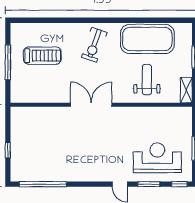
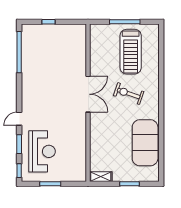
exercise bike: (94, 45) -> (129, 94), moved
treadmill: (42, 56) -> (131, 52), width x1.37, depth x1.38
weight bench: (147, 80) -> (110, 142), removed

